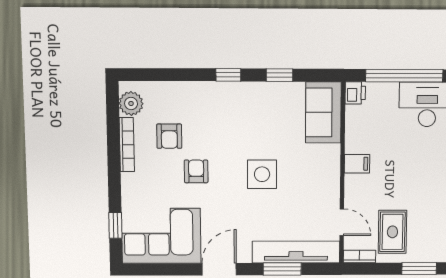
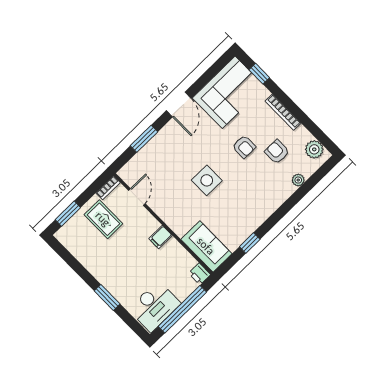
window: (228, 75) -> (277, 216), removed
plant: (175, 89) -> (298, 180), added
bookcase: (127, 145) -> (283, 112), moved
door: (342, 222) -> (137, 197), swing flipped
tv unit: (296, 252) -> (146, 156), removed

